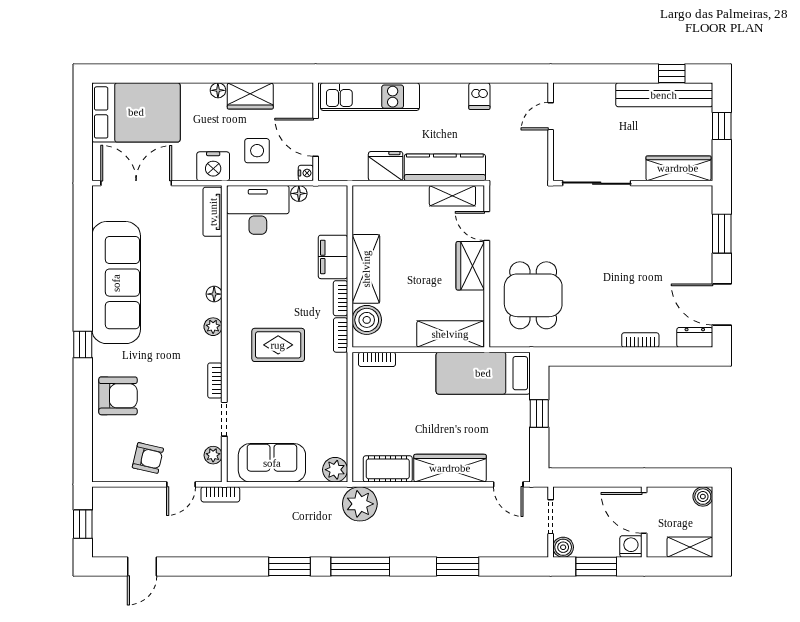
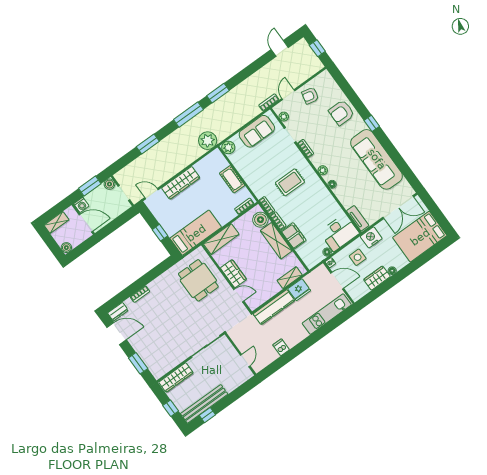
shelving: (452, 196) -> (290, 278), moved
cot: (388, 469) -> (232, 179), moved, turned 90

